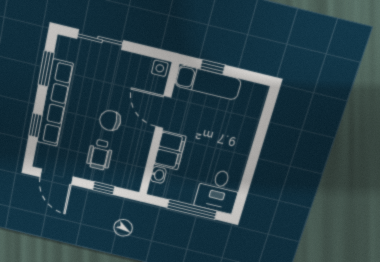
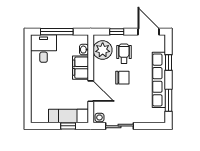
sliding door: (100, 39) -> (120, 126), moved
plant: (131, 167) -> (103, 50), added

